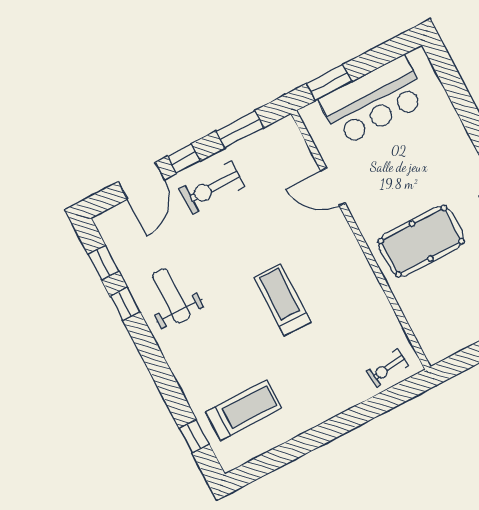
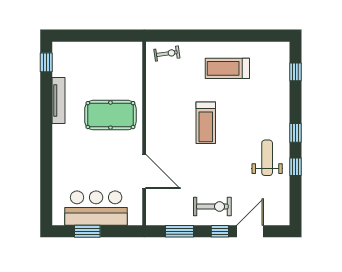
window: (329, 83) -> (87, 231), moved
door: (333, 187) -> (144, 172), width x1.36
window: (103, 263) -> (295, 133), moved
weight bench: (171, 296) -> (267, 158), turned 180
treadmill: (244, 410) -> (227, 68), moved

